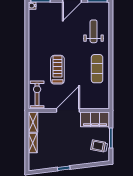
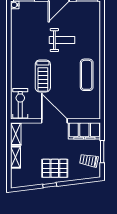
weight bench: (94, 31) -> (62, 40), moved, turned 90
treadmill: (57, 70) -> (43, 76), turned 180
door: (68, 110) -> (54, 121), hinge flipped
pallet: (68, 153) -> (55, 168), added

